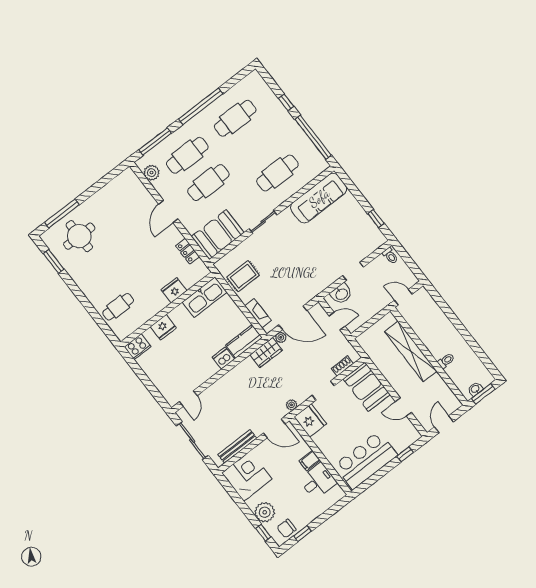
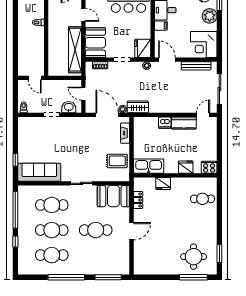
cafe table: (187, 155) -> (52, 230), moved
plant: (152, 173) -> (124, 261), removed
window: (376, 219) -> (15, 160), moved
kitchen counter: (244, 341) -> (184, 123), moved
shelving: (411, 351) -> (75, 50), moved

